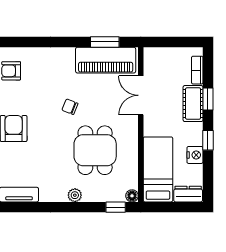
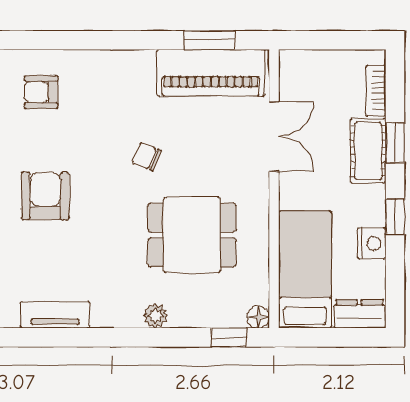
double door: (141, 95) -> (274, 136), swing flipped
dining table: (95, 150) -> (192, 235), turned 90

